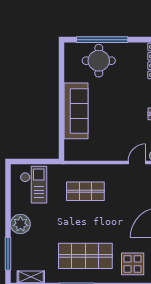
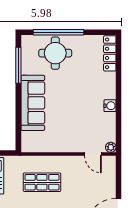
window: (62, 73) -> (18, 65), added
door: (137, 163) -> (93, 154), swing flipped

